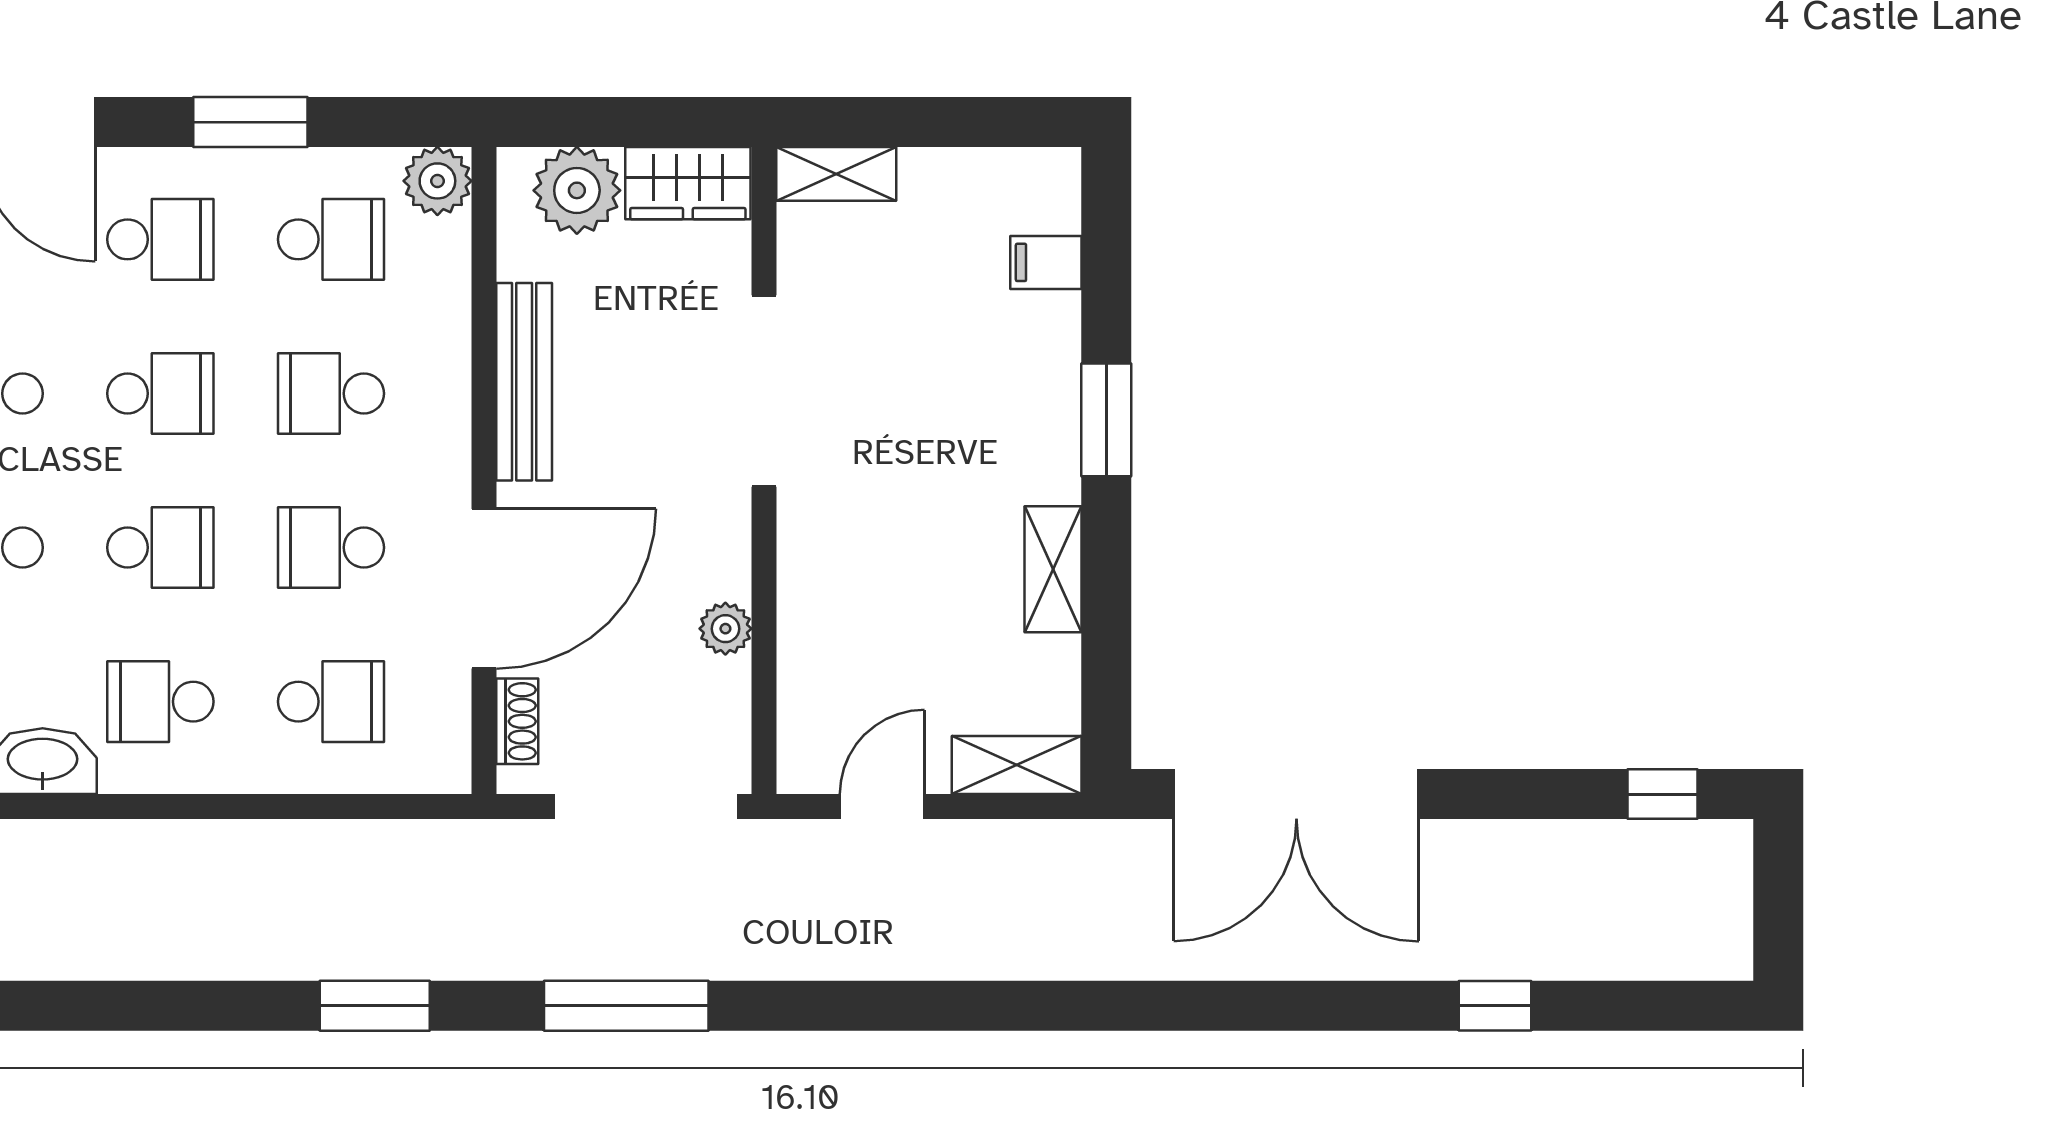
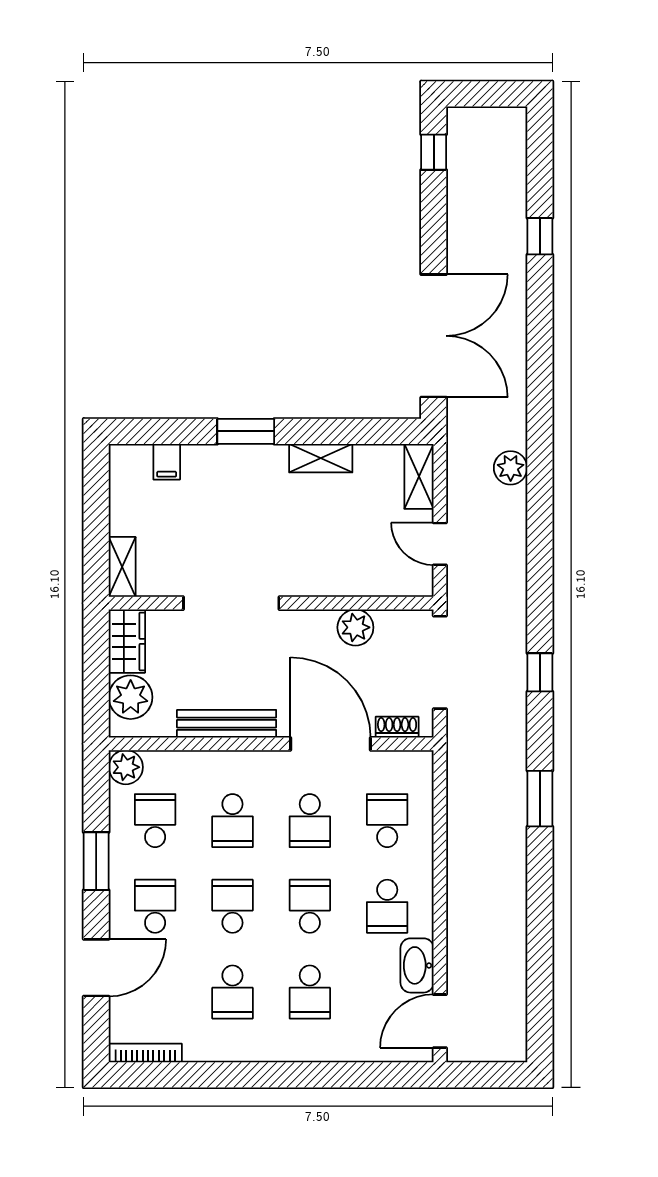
plant: (725, 629) -> (355, 627), width x1.38, depth x1.38
plant: (1034, 947) -> (511, 468), added
window: (626, 1006) -> (540, 672), width x0.46

